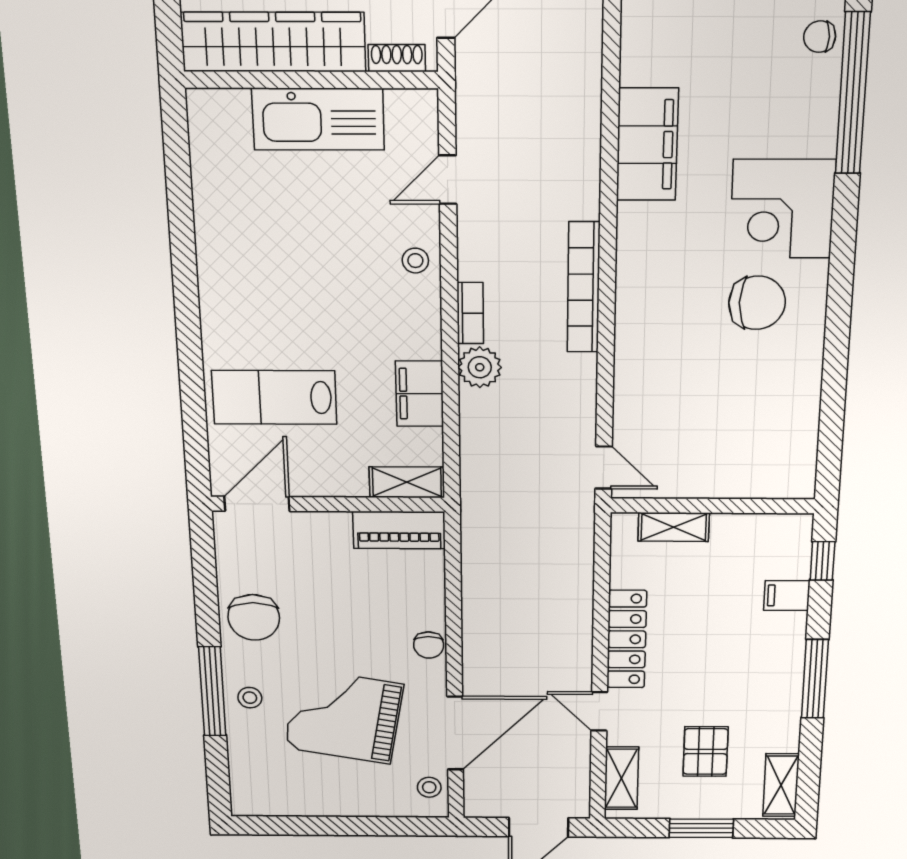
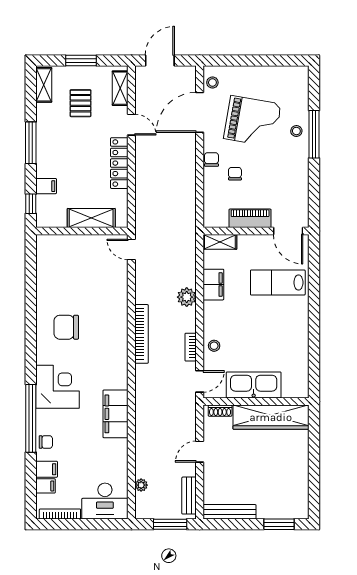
wardrobe: (273, 42) -> (271, 417), moved
shoe rack: (397, 58) -> (220, 411), moved
wall: (311, 80) -> (256, 402), moved
kitchen sink: (318, 119) -> (254, 385), moved
filing cabinet: (647, 145) -> (116, 414), moved
corner desk: (782, 209) -> (57, 387), moved
bookcase: (470, 313) -> (191, 347), moved
lab bench: (274, 397) -> (278, 282), turned 180
door: (257, 504) -> (288, 231), hinge flipped
shelving: (674, 527) -> (91, 218), width x1.50, depth x1.33
piano: (399, 530) -> (250, 218), moved
chair: (254, 617) -> (235, 174), moved, width x0.54, depth x0.54

